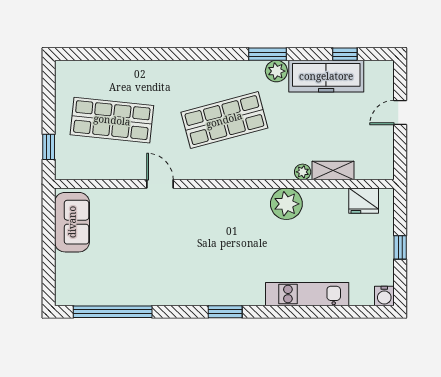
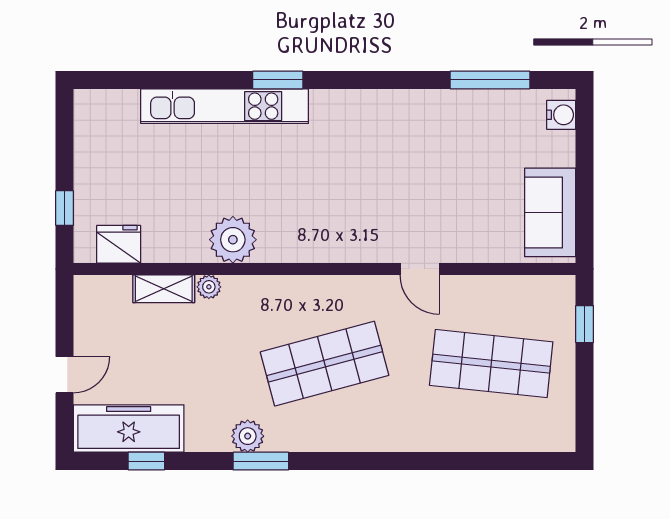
freezer: (326, 76) -> (129, 429), moved
window: (400, 247) -> (65, 208), moved
kitchen unit: (307, 294) -> (225, 106), width x1.36
water cooler: (384, 296) -> (561, 115), moved, turned 90
window: (113, 312) -> (490, 80), width x0.68
window: (225, 312) -> (278, 80), moved

